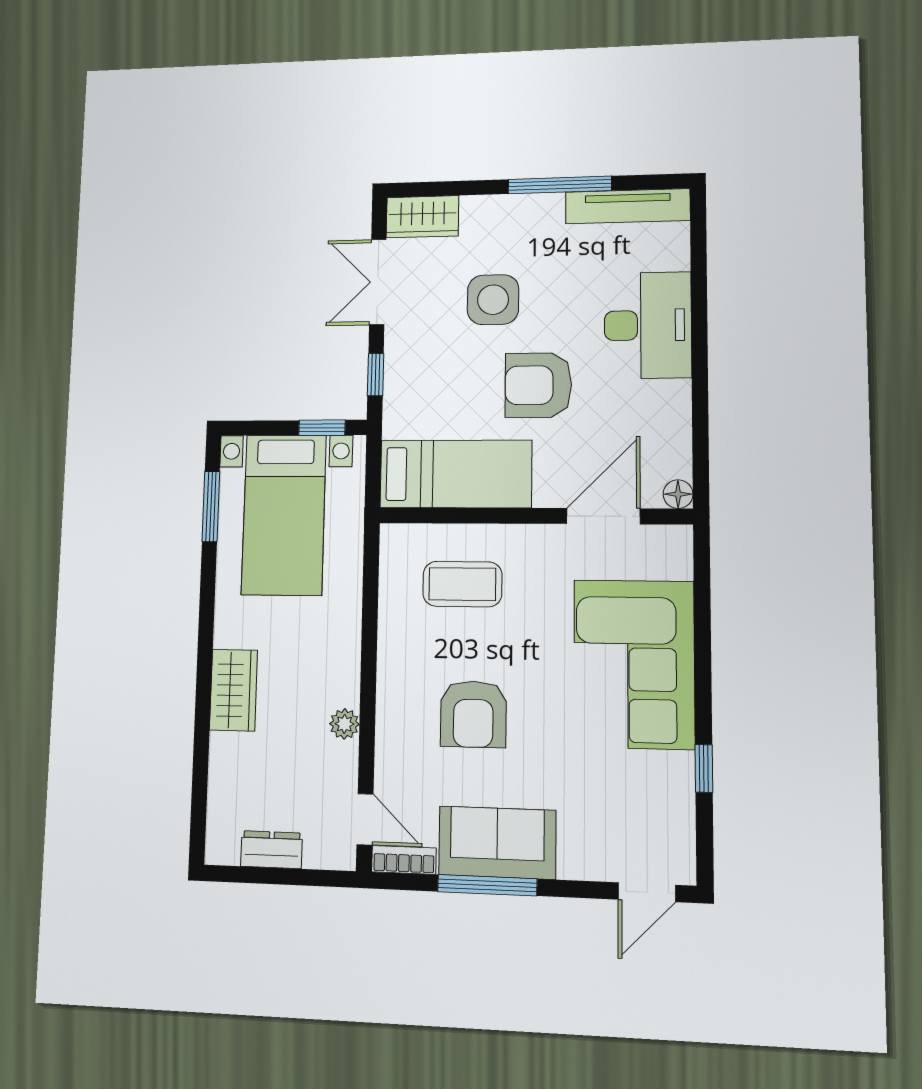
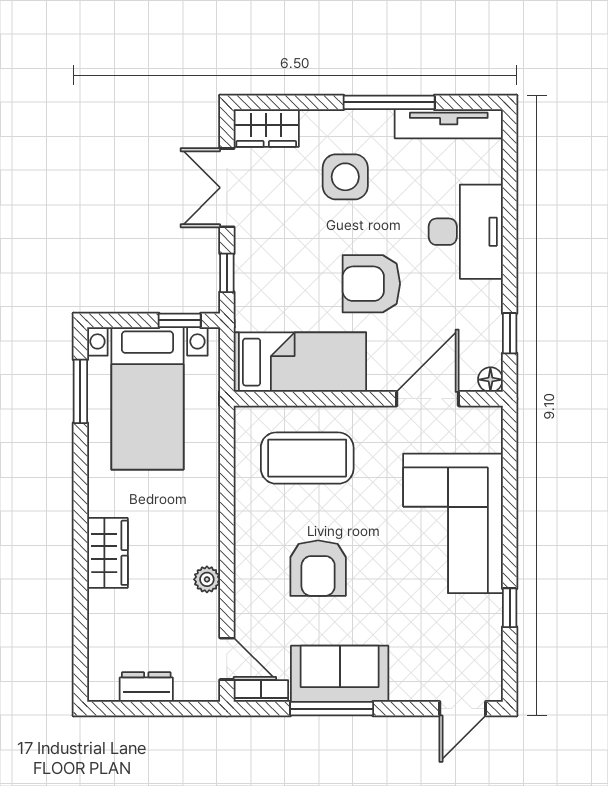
side table: (493, 300) -> (345, 177), moved
window: (700, 440) -> (510, 333), added
coffee table: (462, 584) -> (307, 458), width x1.36, depth x1.32

